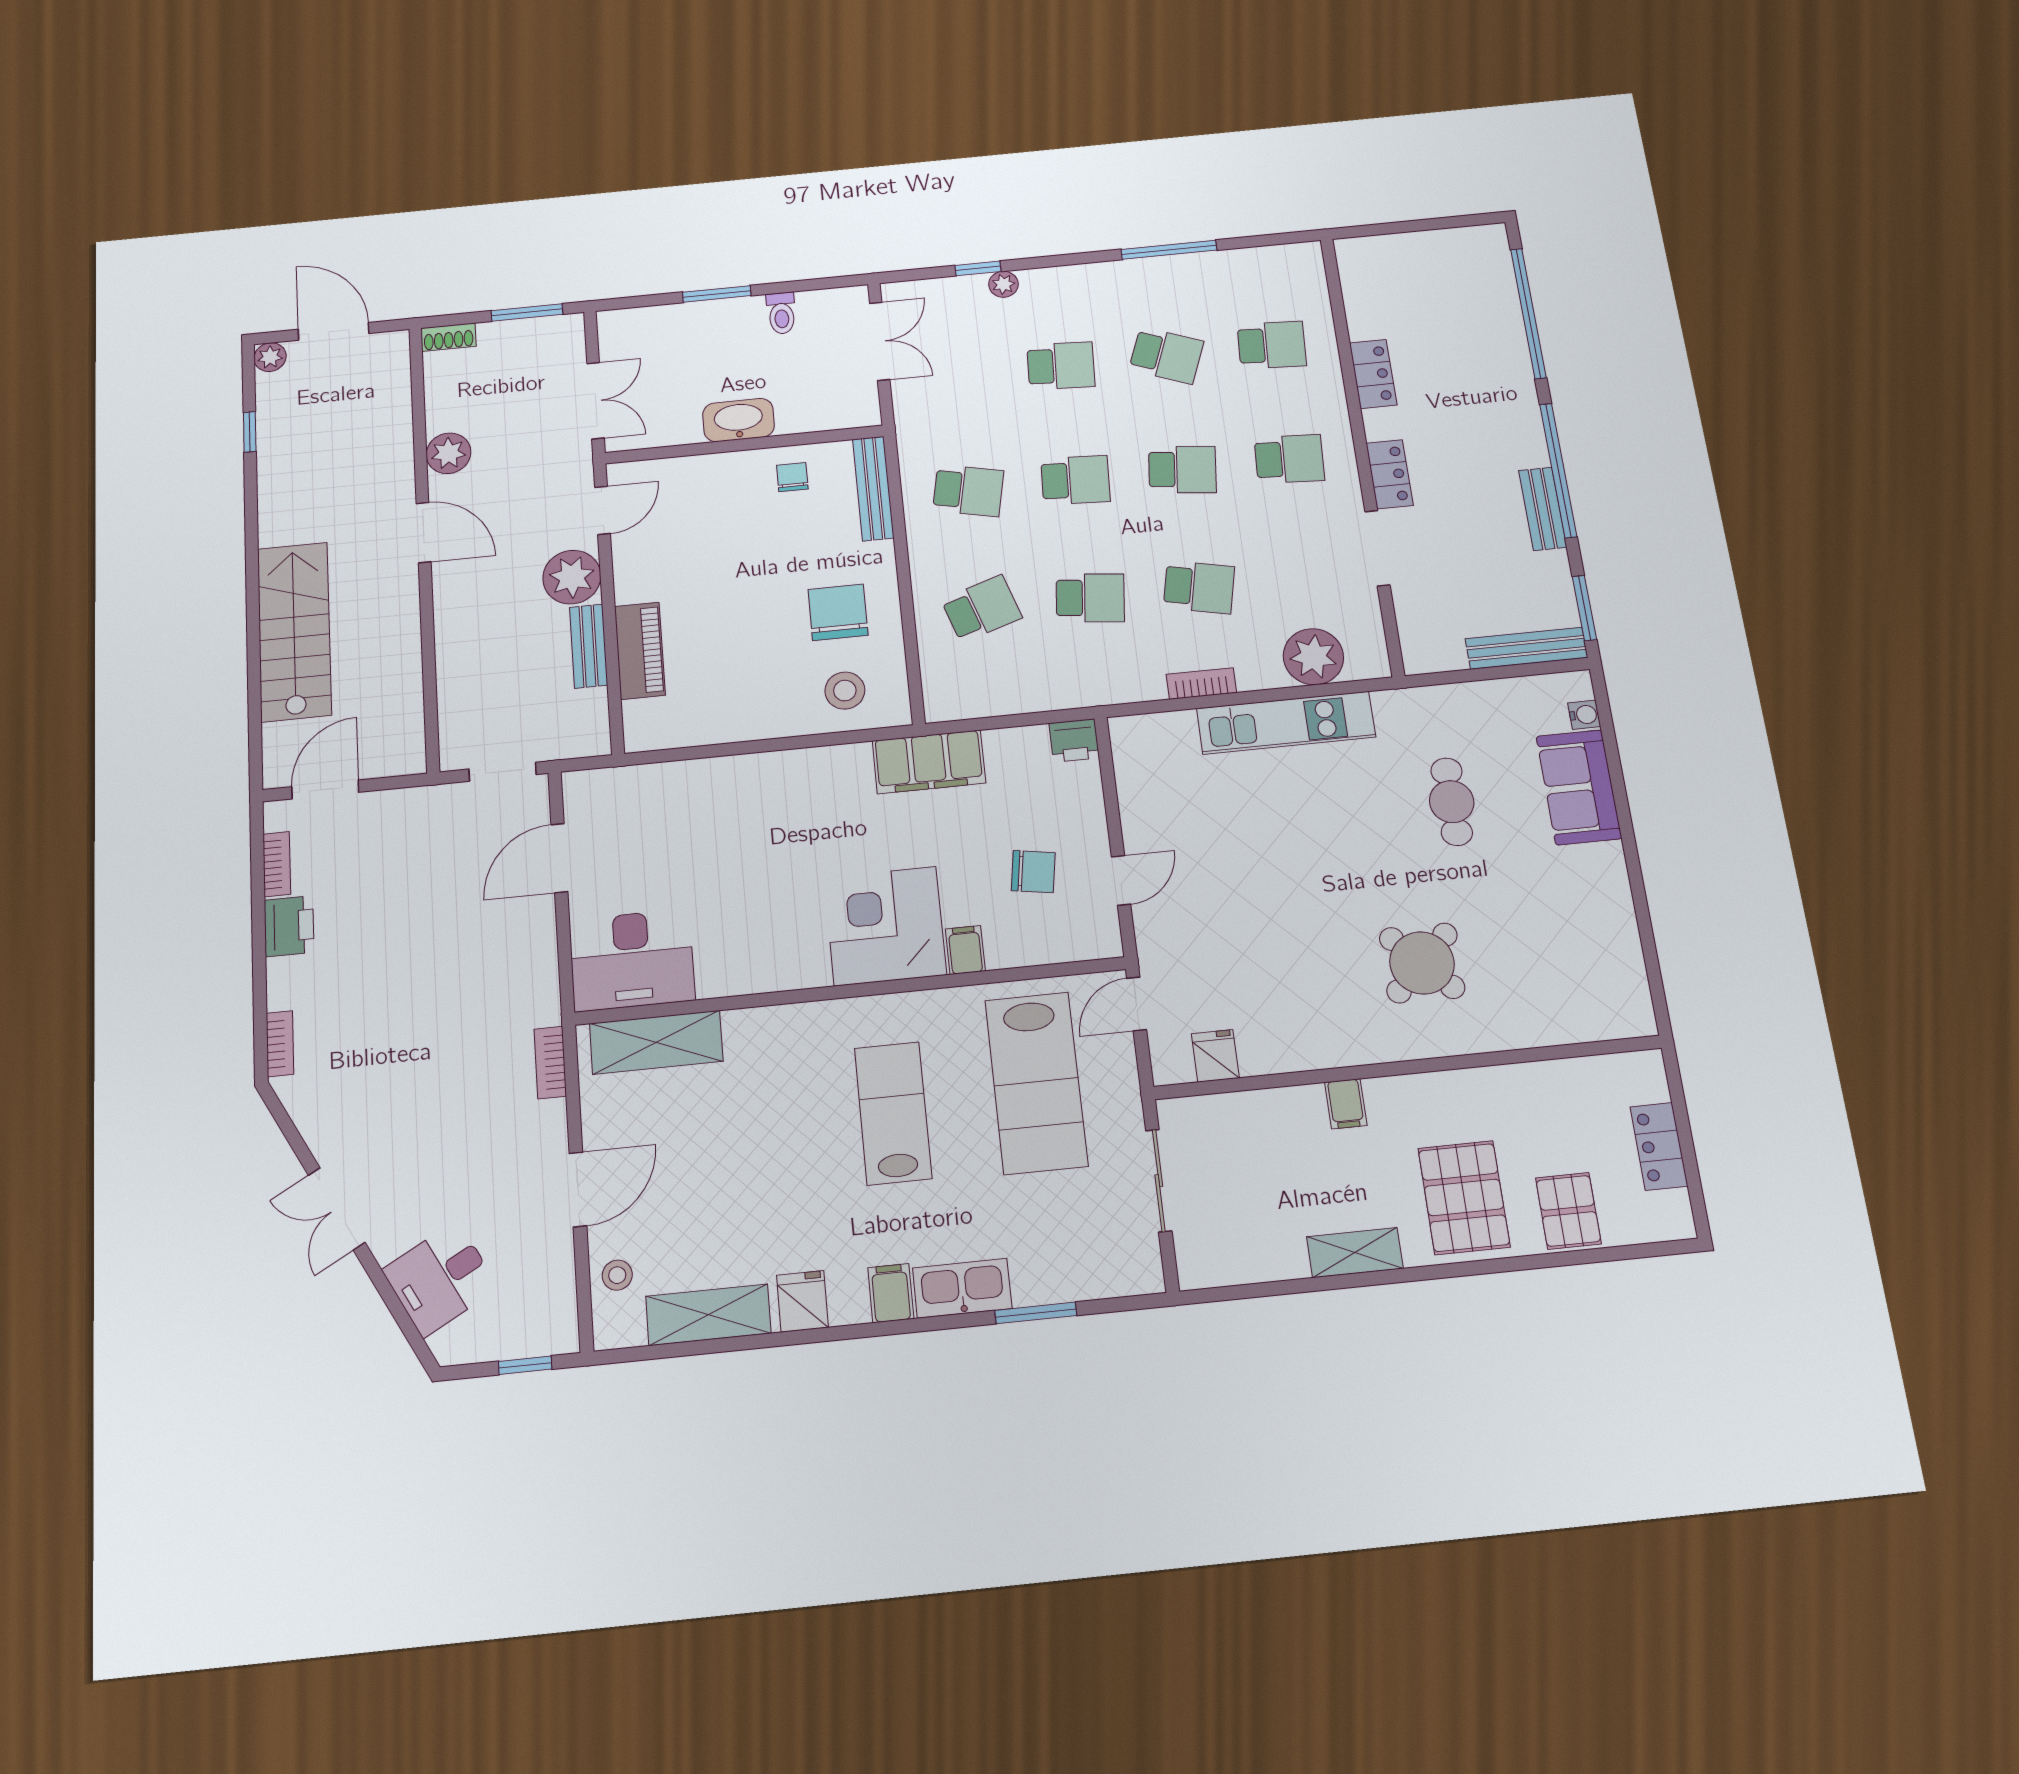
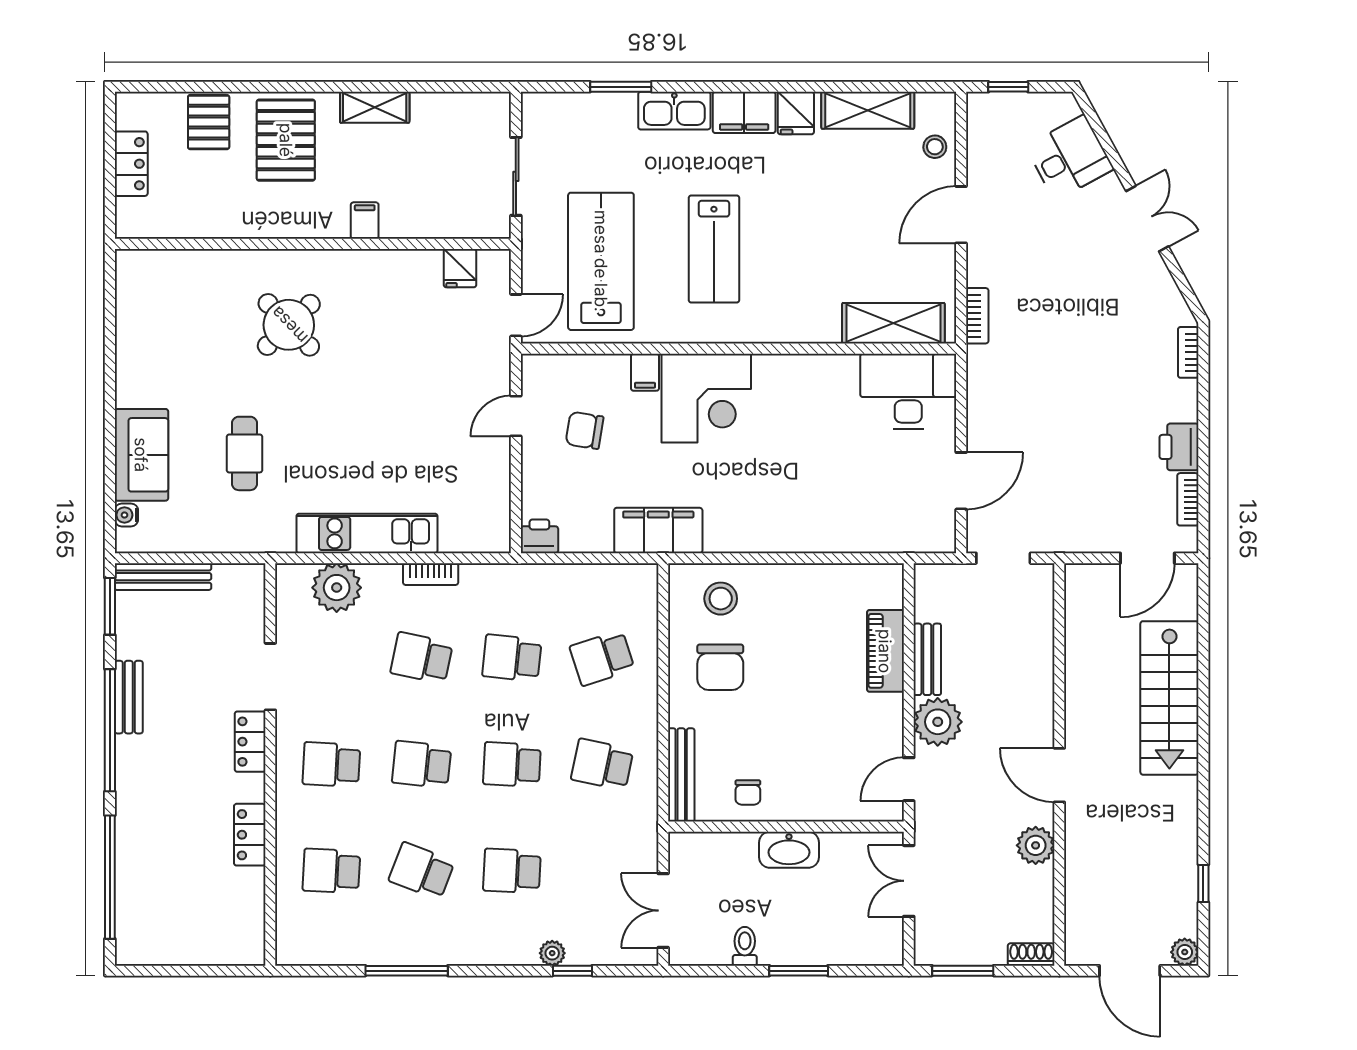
filing cabinet: (891, 1293) -> (744, 112), width x2.00

